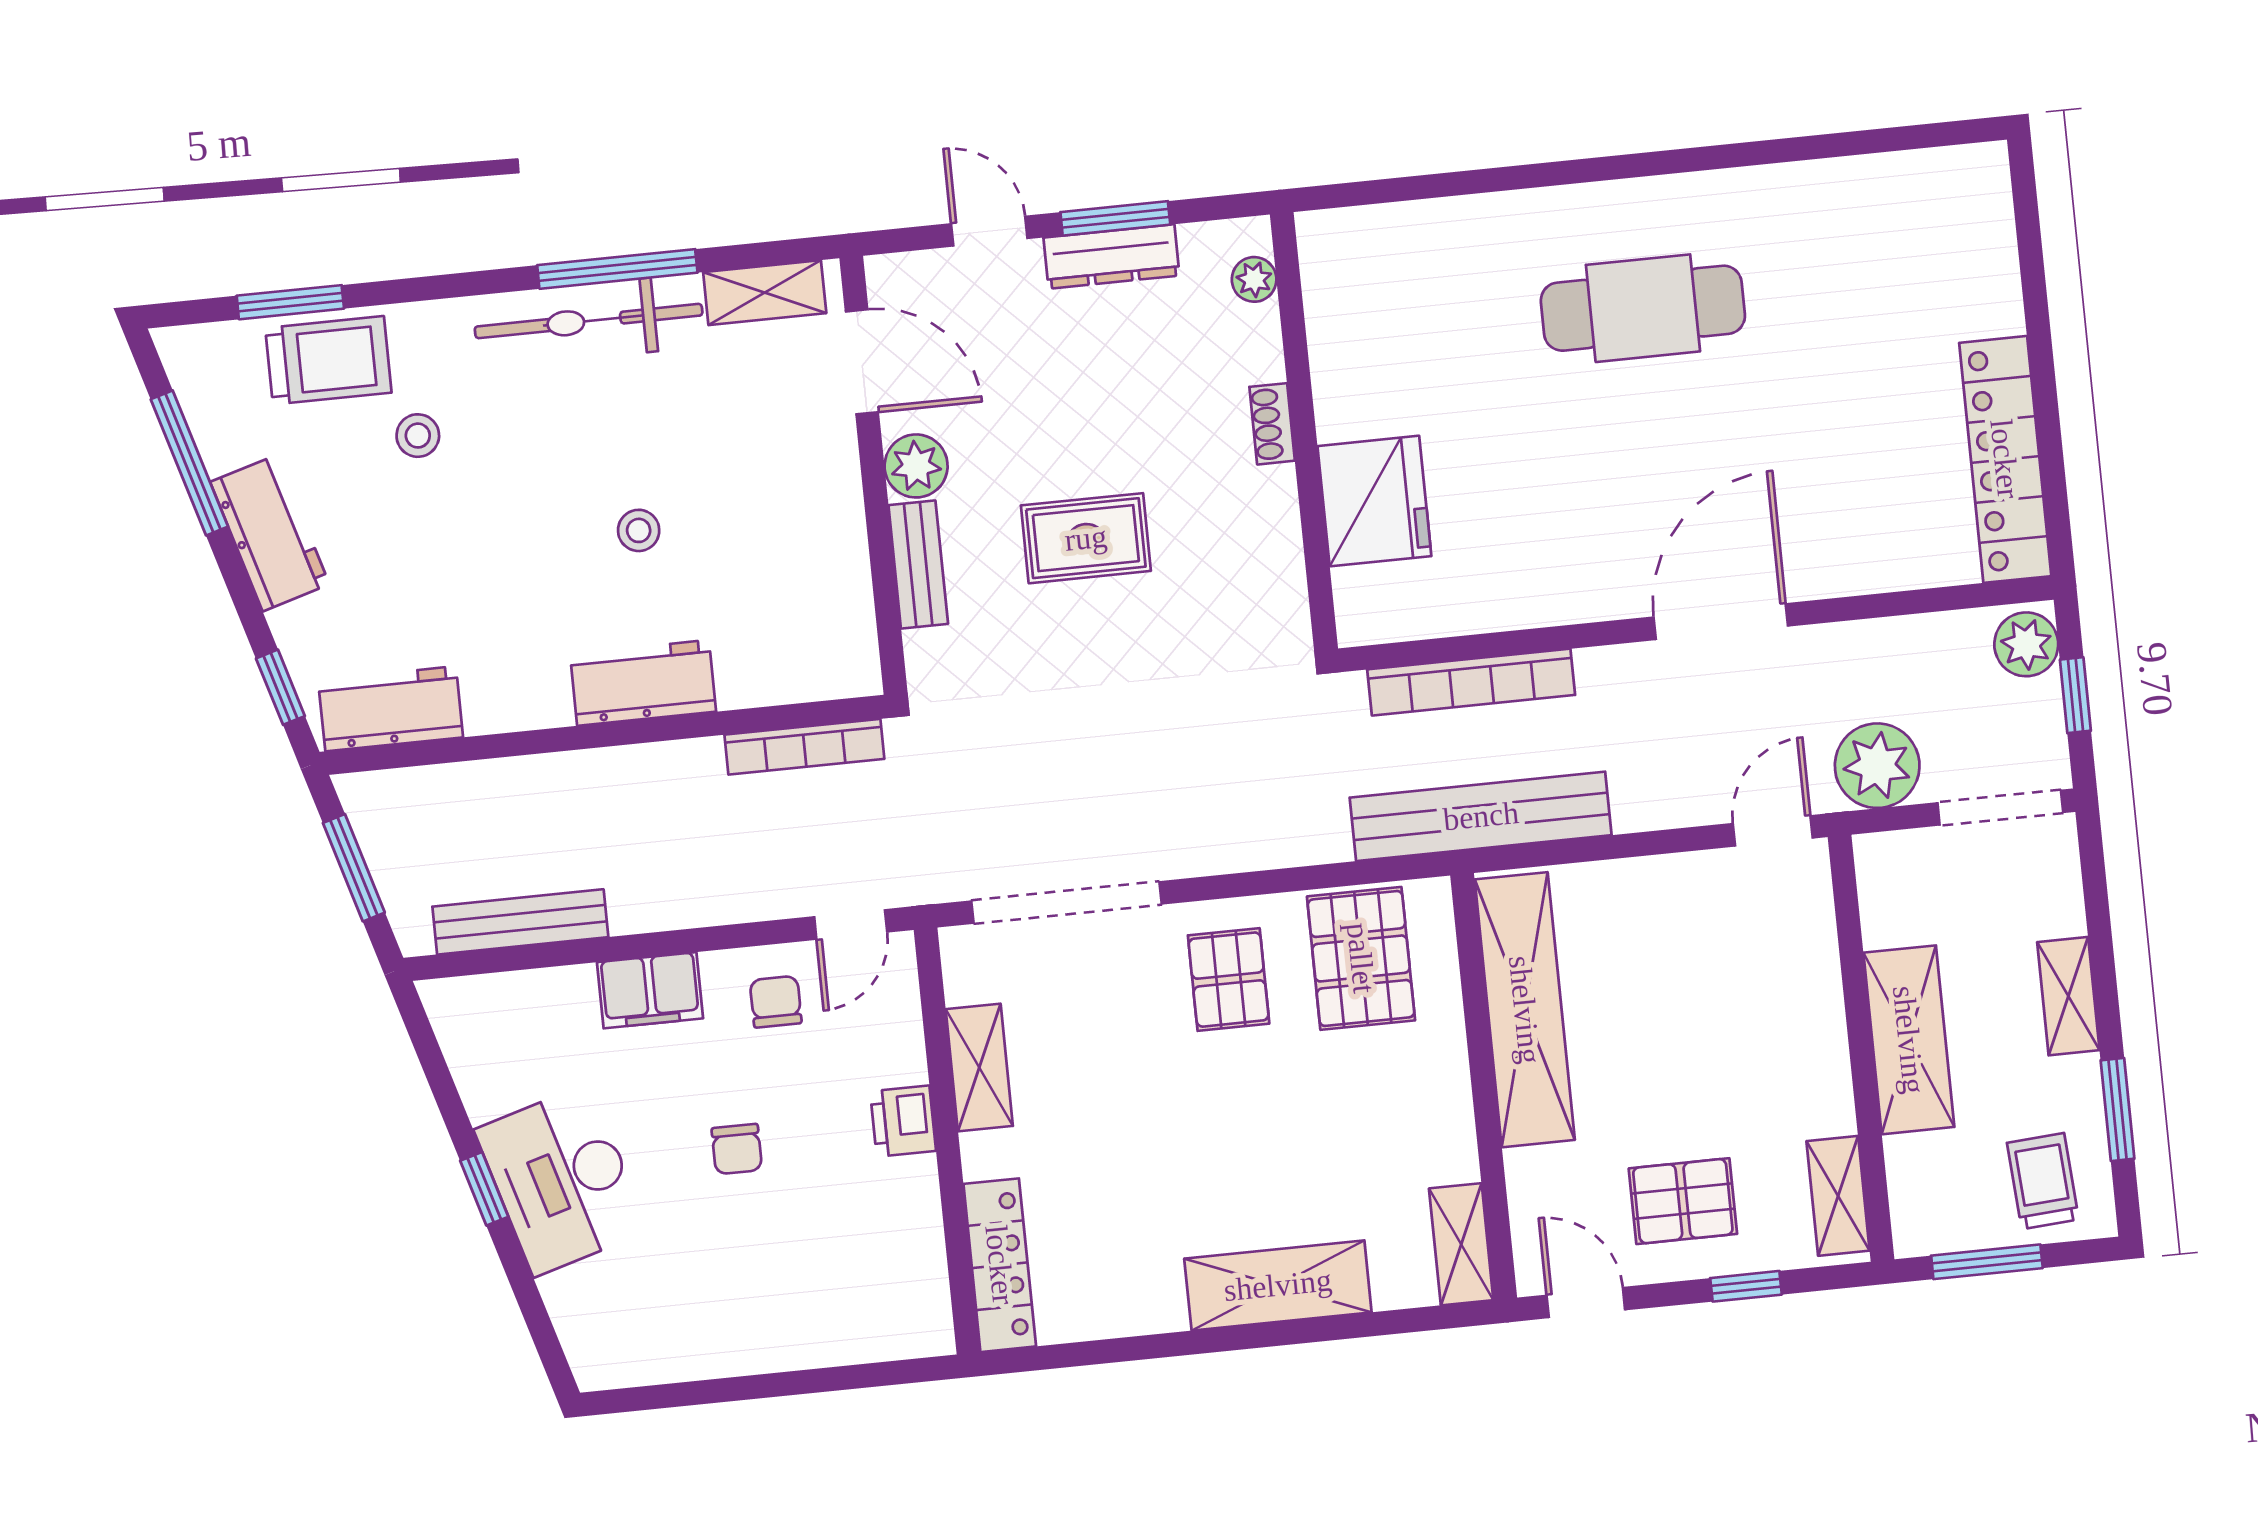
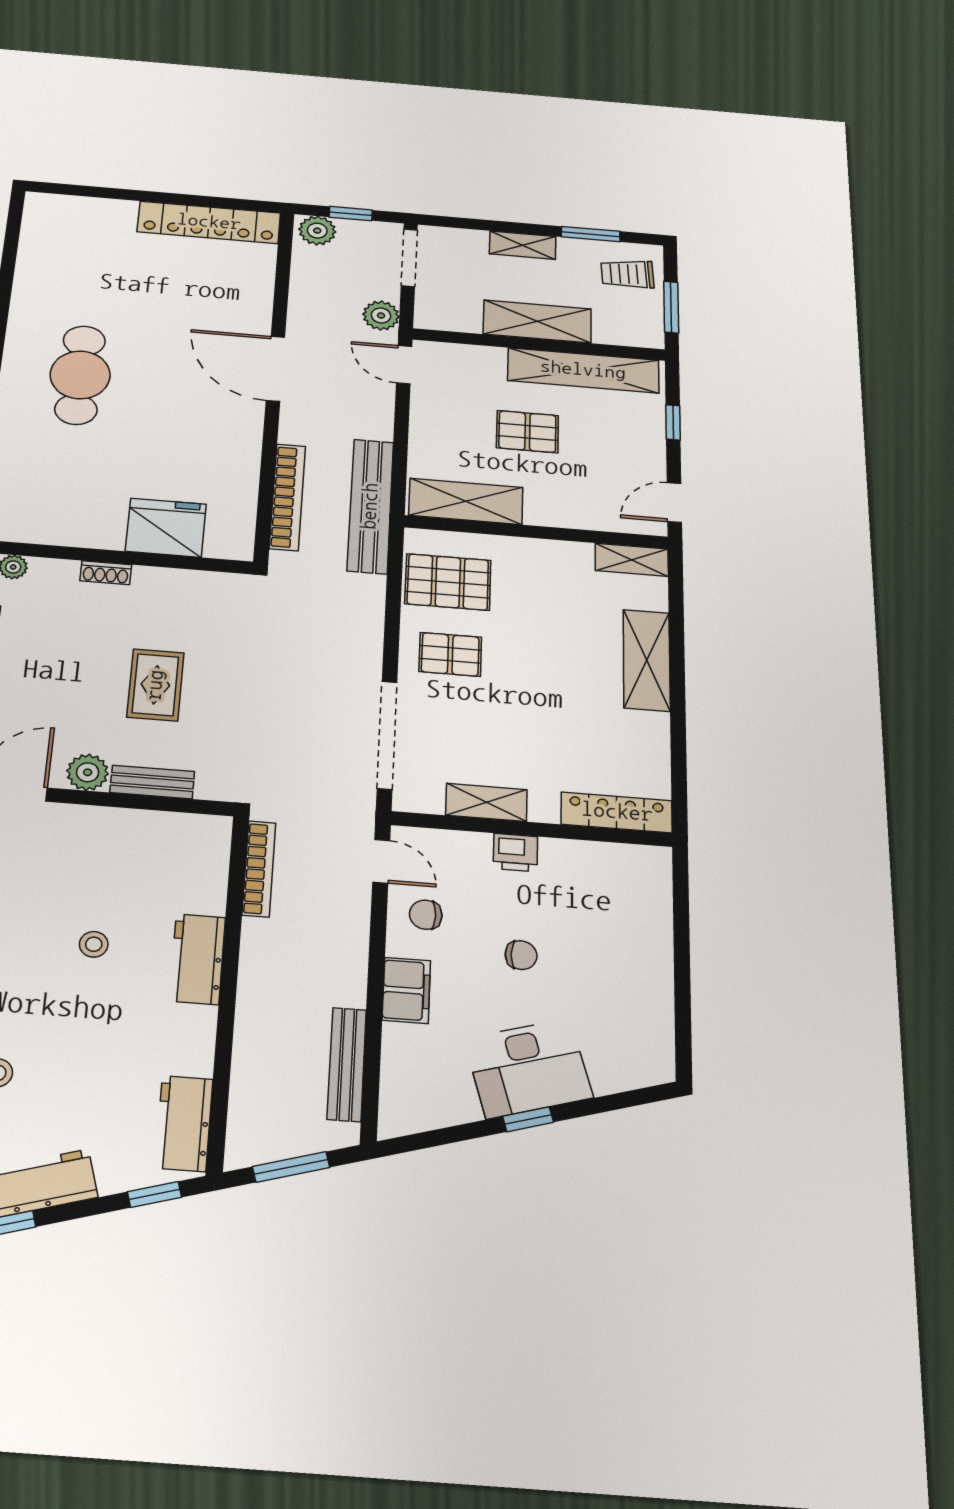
plant: (1877, 766) -> (381, 316), width x0.73, depth x0.73
shelving: (1525, 1010) -> (466, 501), width x0.68
shelving: (1838, 1196) -> (583, 370), width x2.20, depth x1.33
pallet: (1683, 1201) -> (527, 432), moved, turned 90

